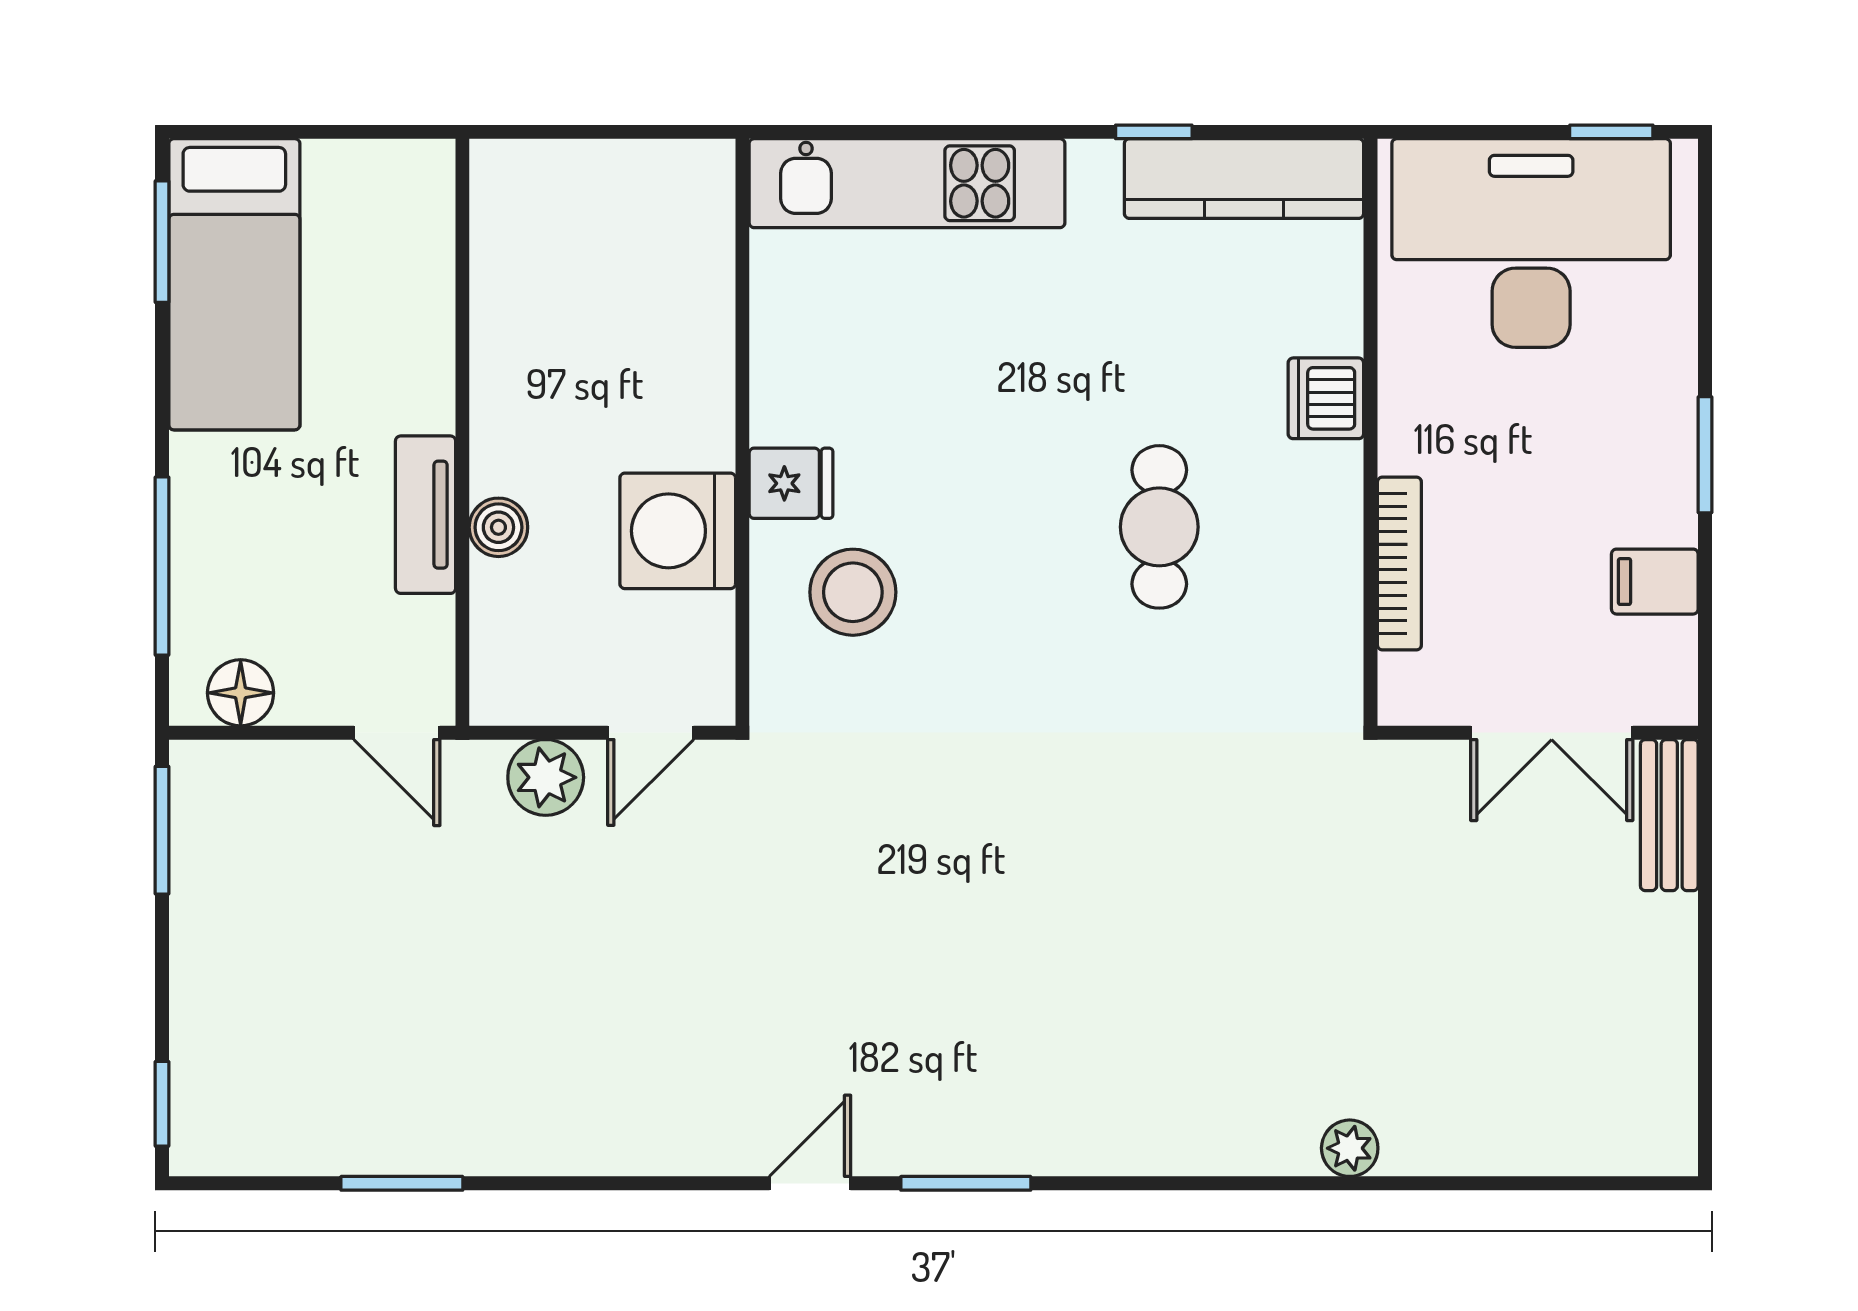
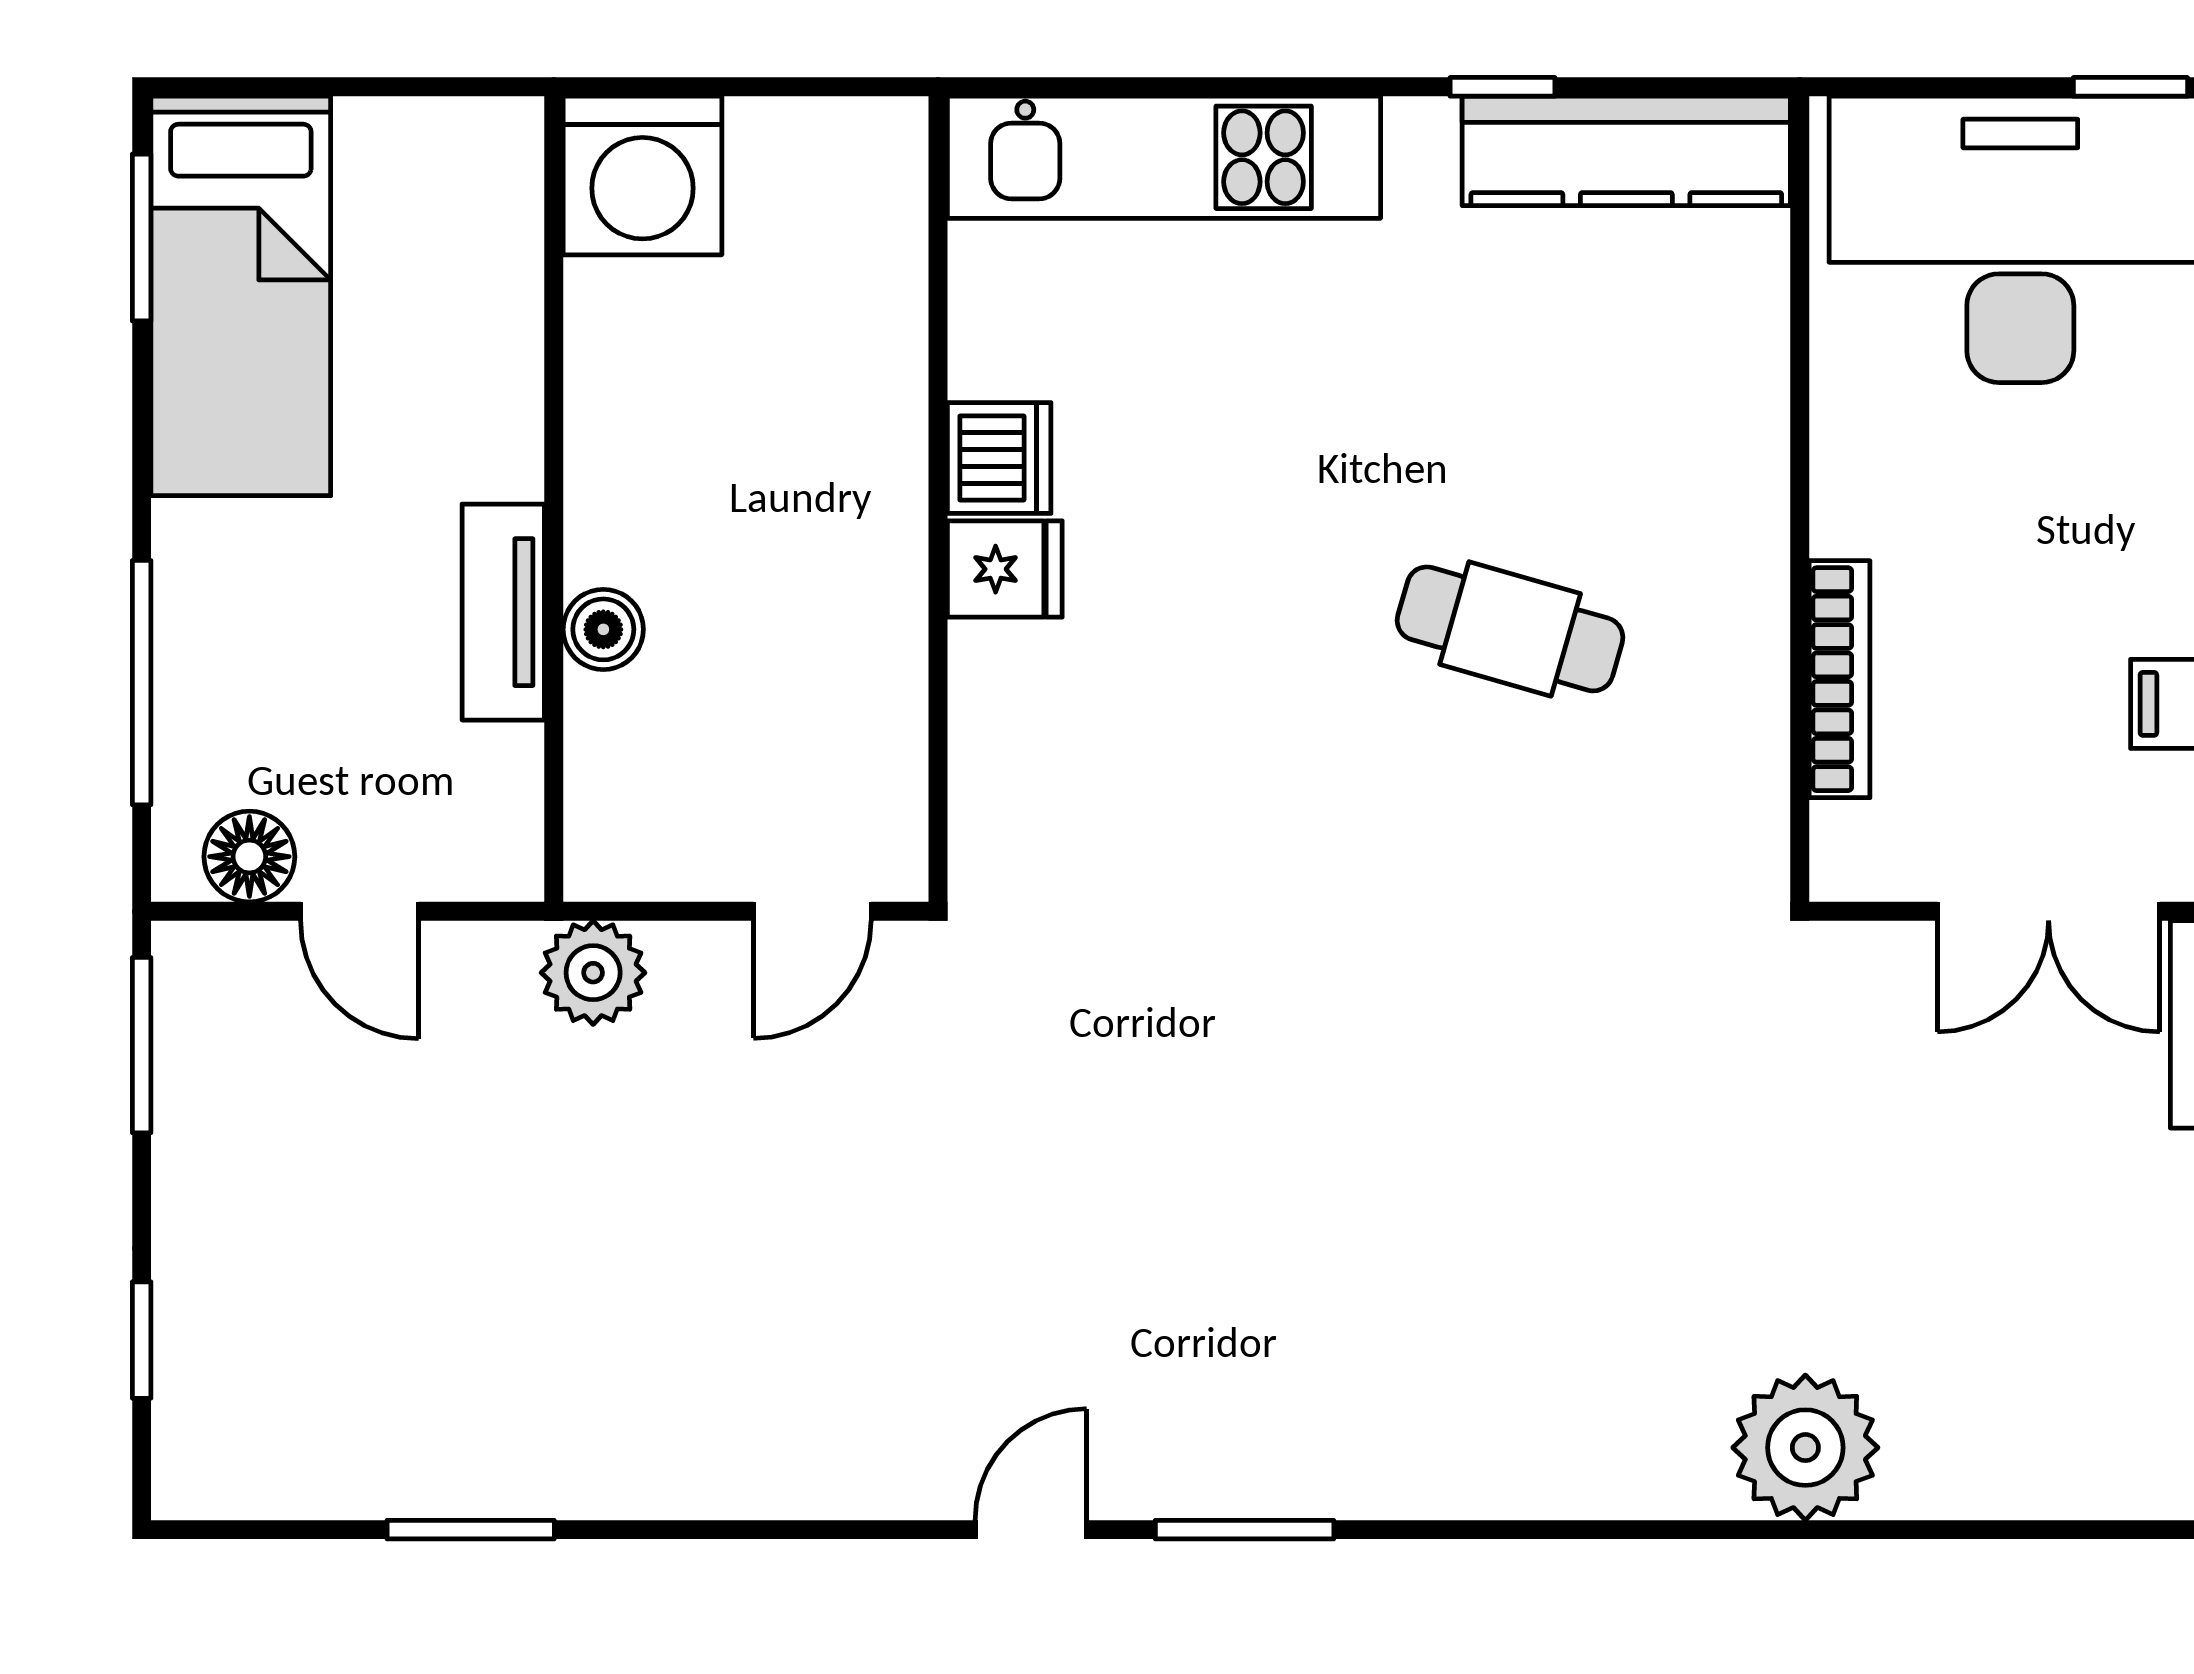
dishwasher: (1326, 398) -> (999, 458), moved, turned 180
cafe table: (1159, 527) -> (1510, 629), turned -74
washing machine: (678, 531) -> (643, 176), moved, turned -90
stool: (853, 592) -> (1090, 719), removed
door: (397, 733) -> (360, 911), moved
plant: (546, 777) -> (593, 973), moved
window: (162, 1104) -> (142, 1340), moved
plant: (1350, 1148) -> (1805, 1448), width x1.88, depth x1.88

